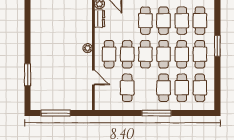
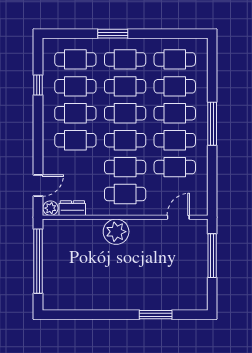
plant: (88, 48) -> (116, 232), width x1.88, depth x1.88
door: (93, 77) -> (178, 217), moved
cafe table: (145, 88) -> (175, 140), added
window: (56, 113) -> (212, 256), moved

